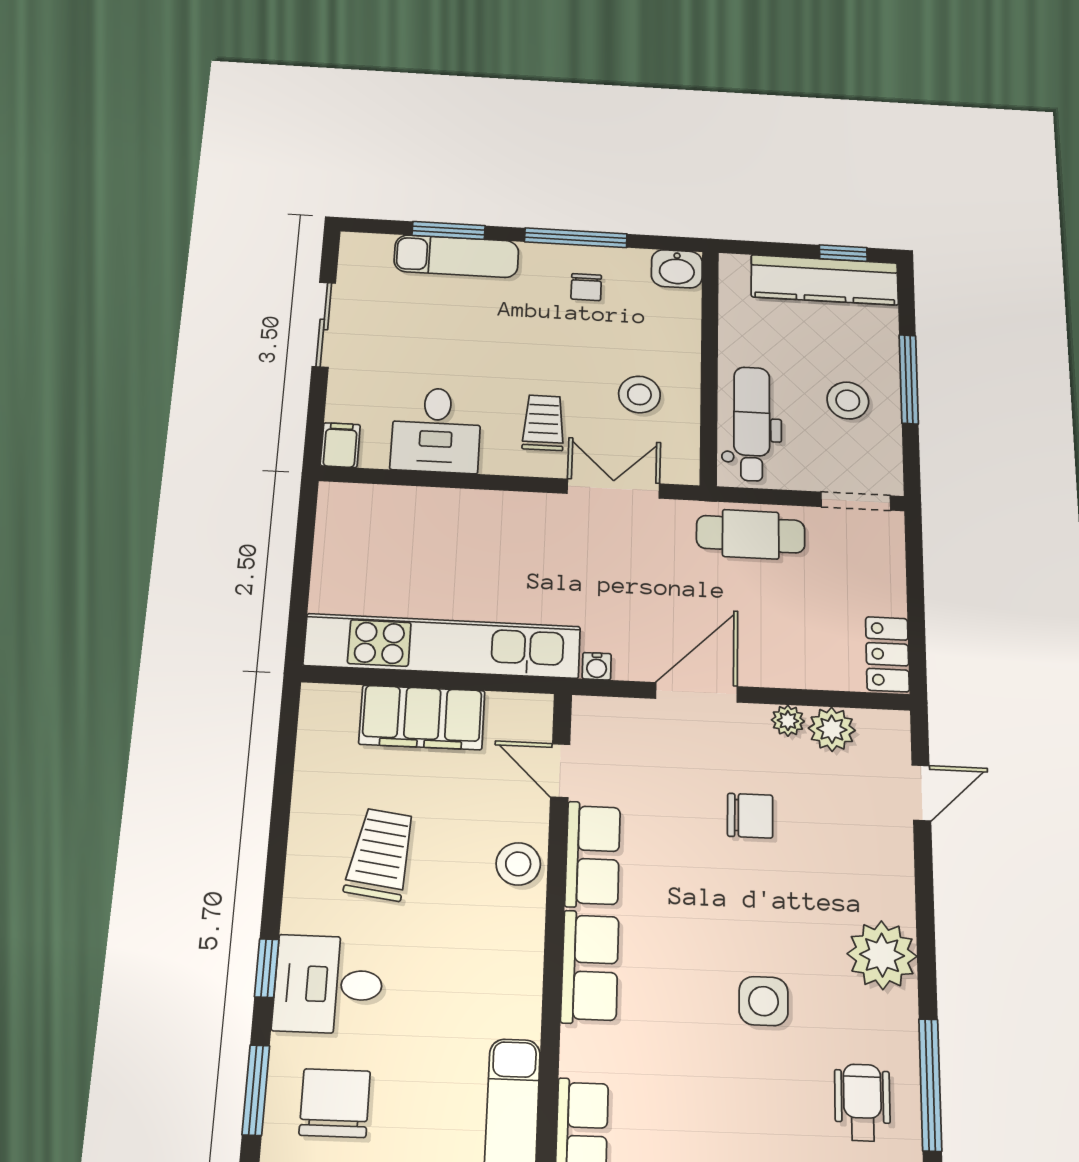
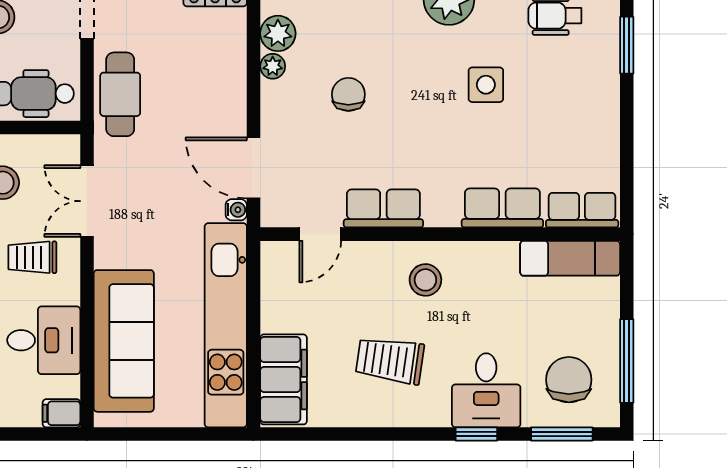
sofa: (429, 522) -> (124, 341), added
door: (697, 692) -> (254, 168), moved
filing cabinet: (422, 717) -> (284, 379), moved
stool: (518, 864) -> (425, 280), moved
row of seats: (590, 967) -> (502, 208), moved
chair: (335, 1103) -> (569, 380), turned 90

